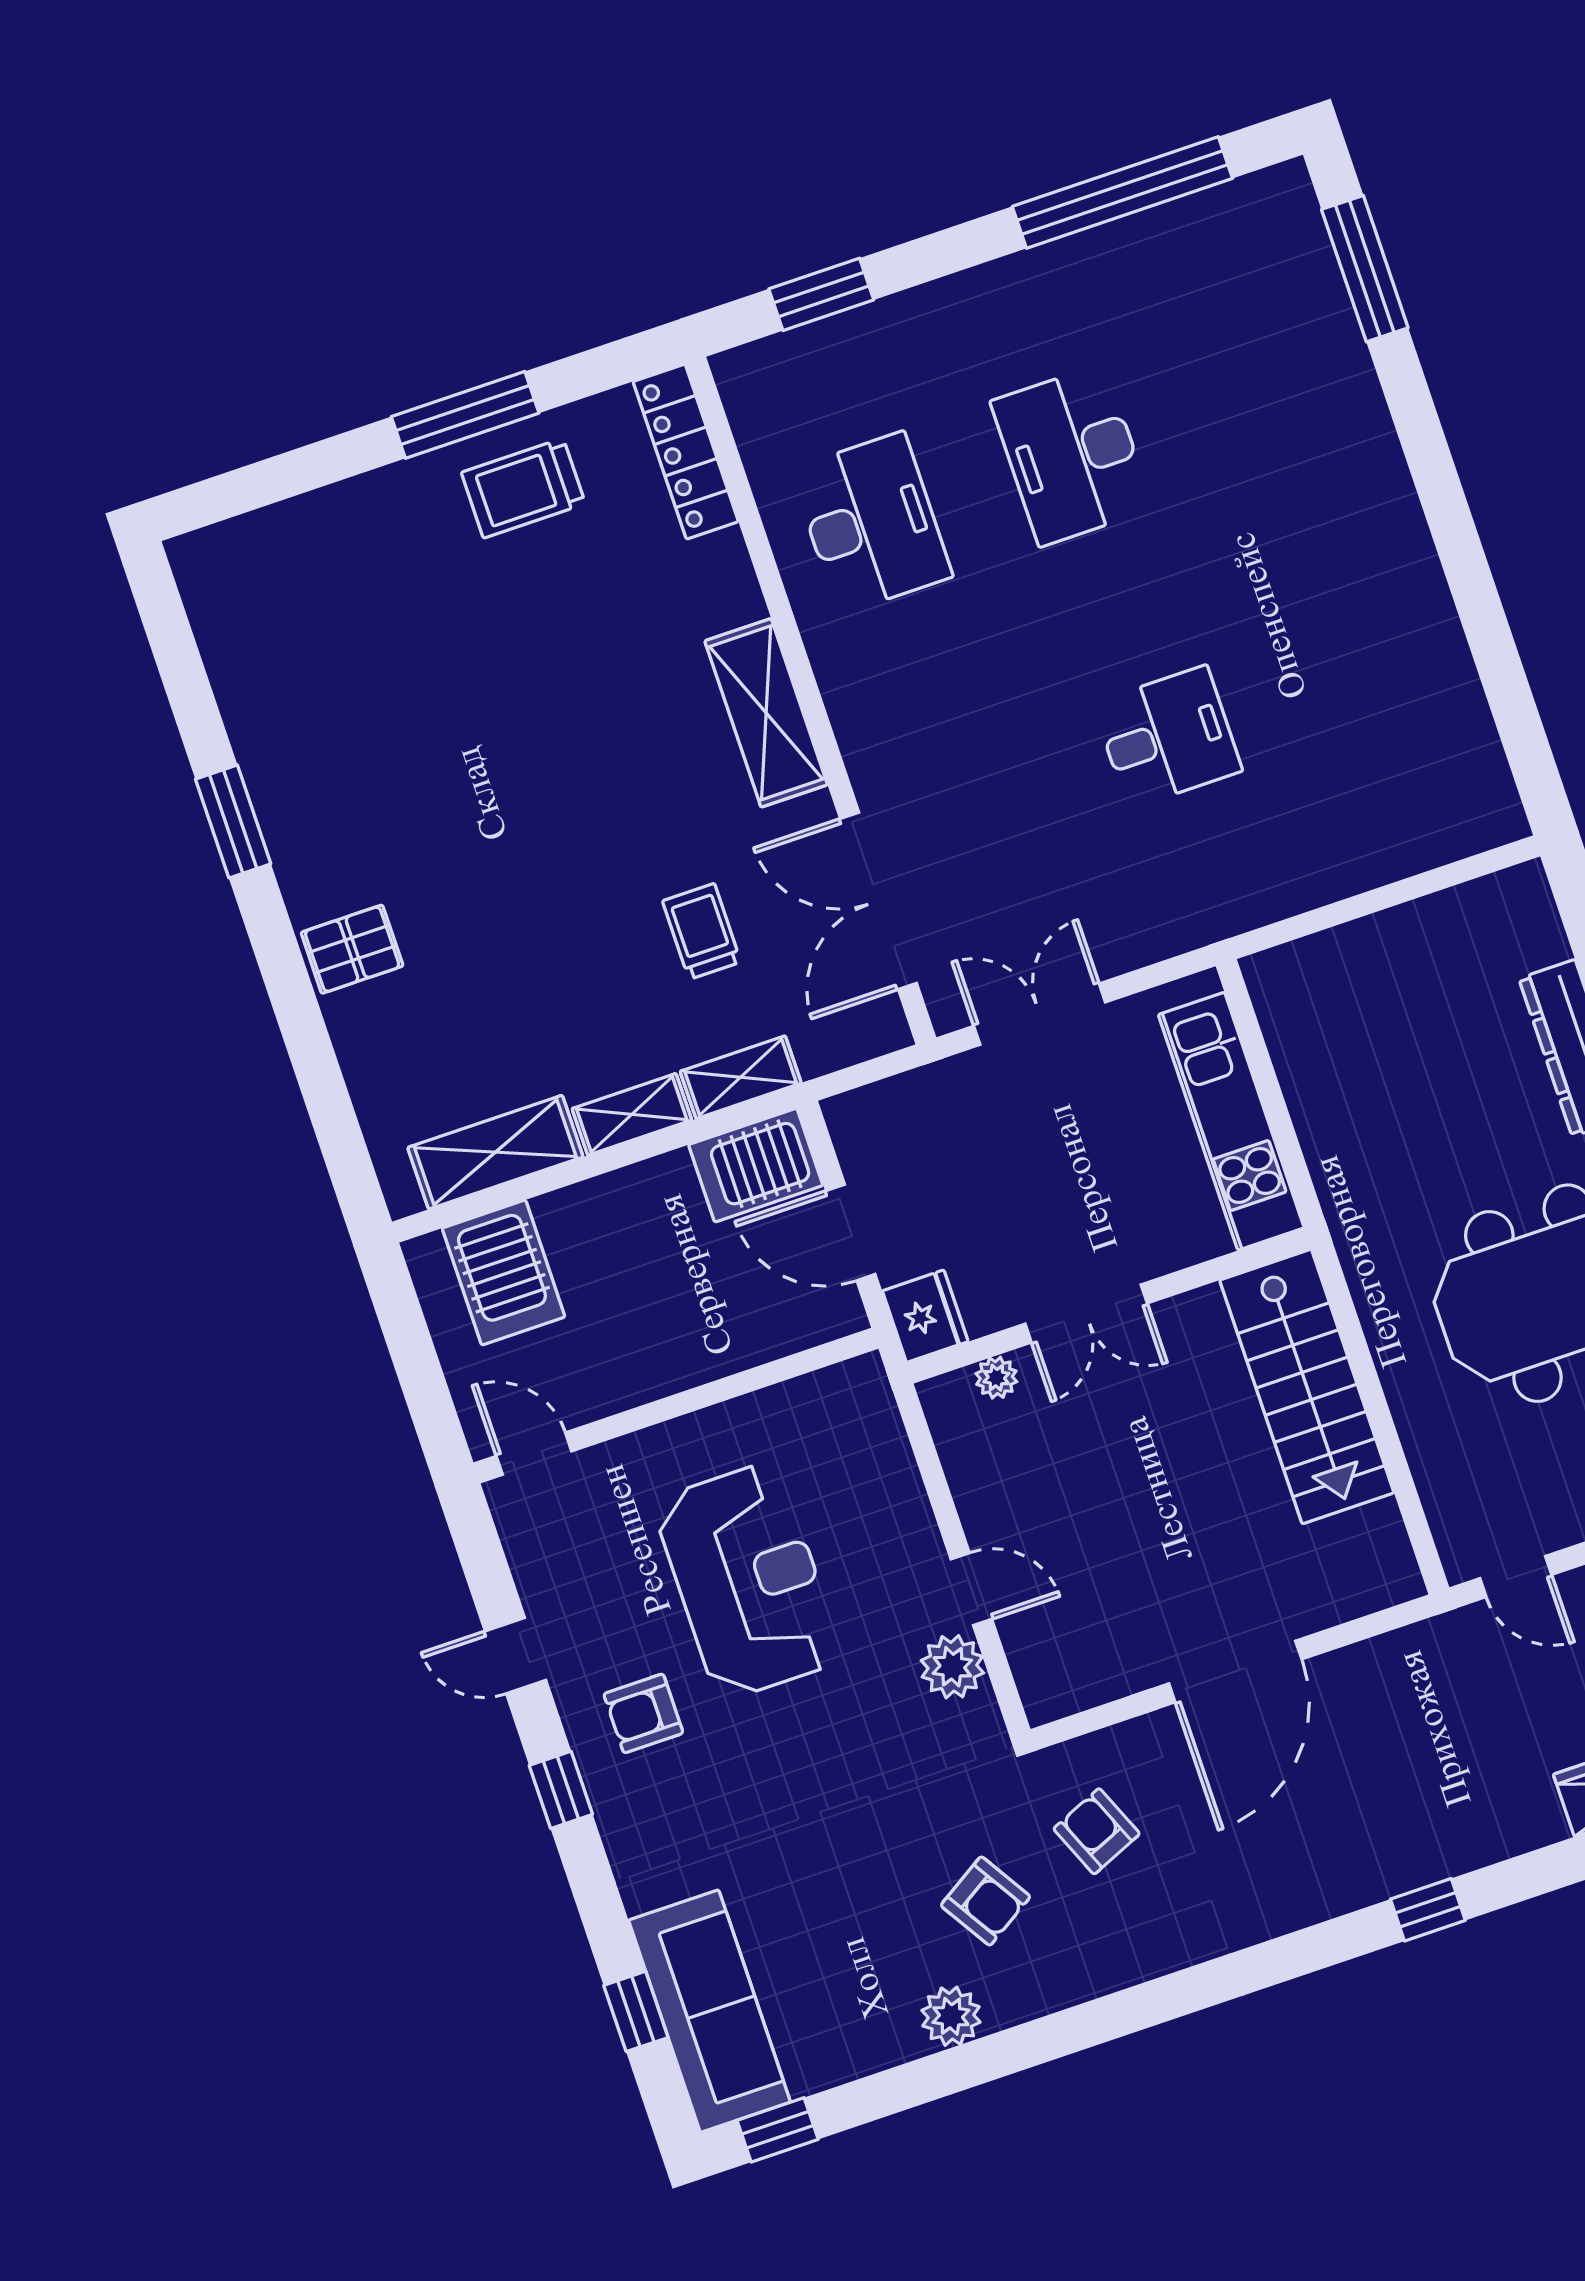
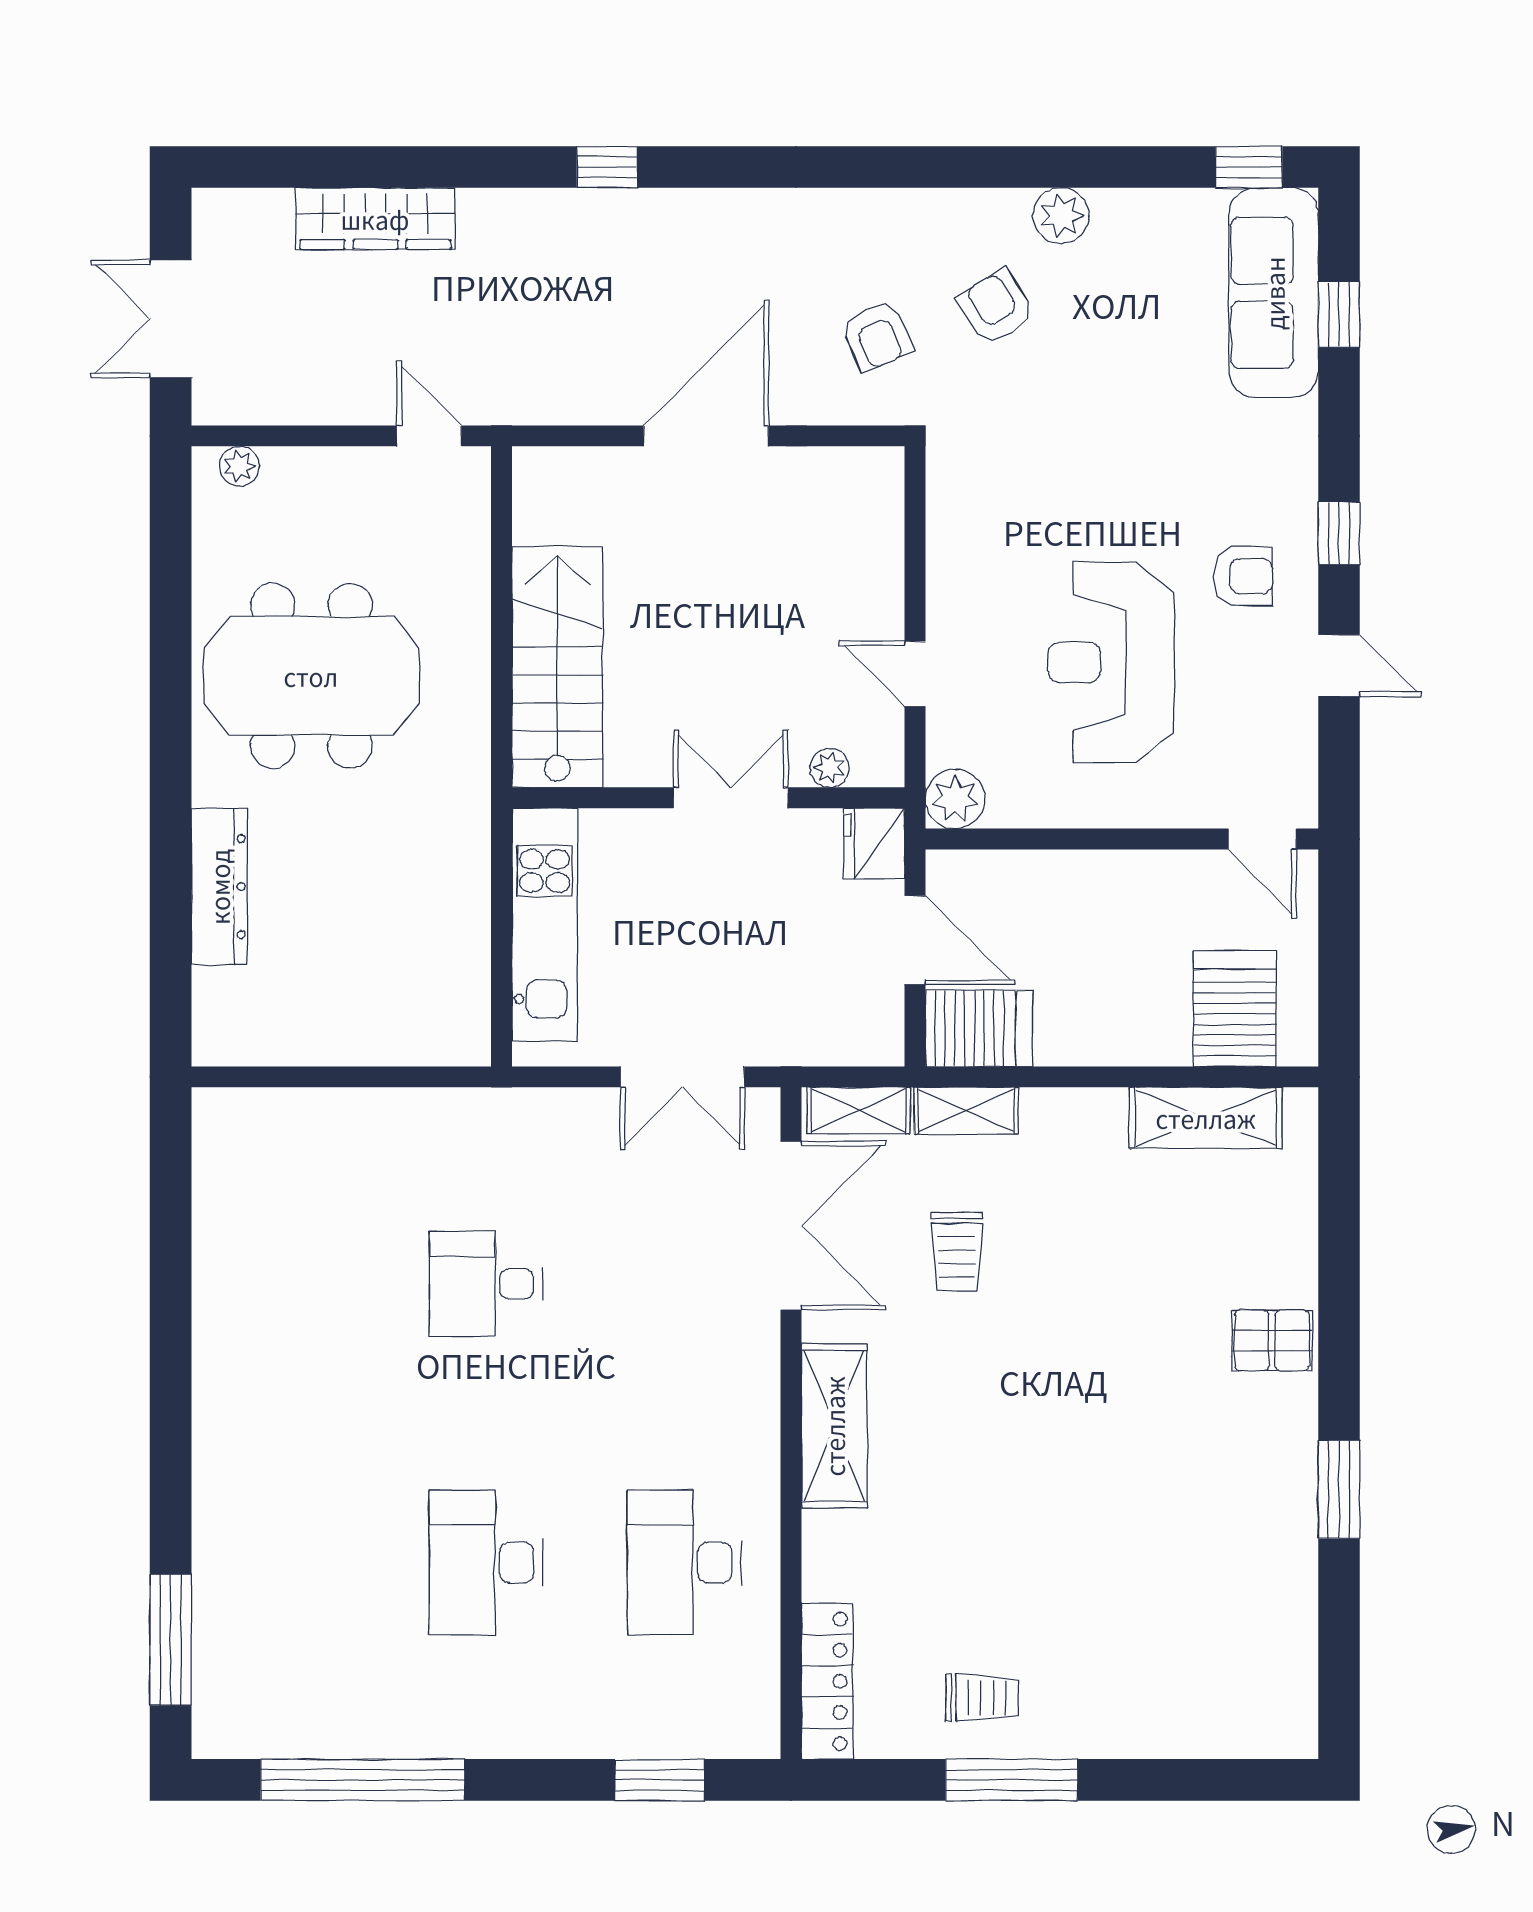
desk: (1072, 455) -> (486, 1562), turned 180
trolley: (523, 488) -> (982, 1698), width x0.73, depth x0.72
shelving: (632, 1114) -> (859, 1110), moved
door: (971, 1589) -> (915, 674), moved
plant: (952, 1667) -> (955, 799), moved

